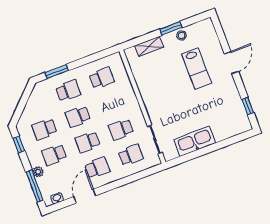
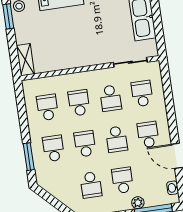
shelving: (149, 46) -> (25, 60), moved
school desk: (111, 104) -> (79, 103), added
school desk: (78, 116) -> (85, 144), turned 180
school desk: (54, 155) -> (123, 180), turned 180

